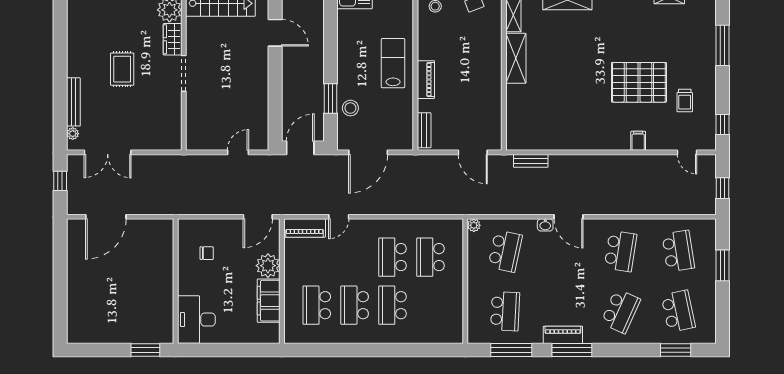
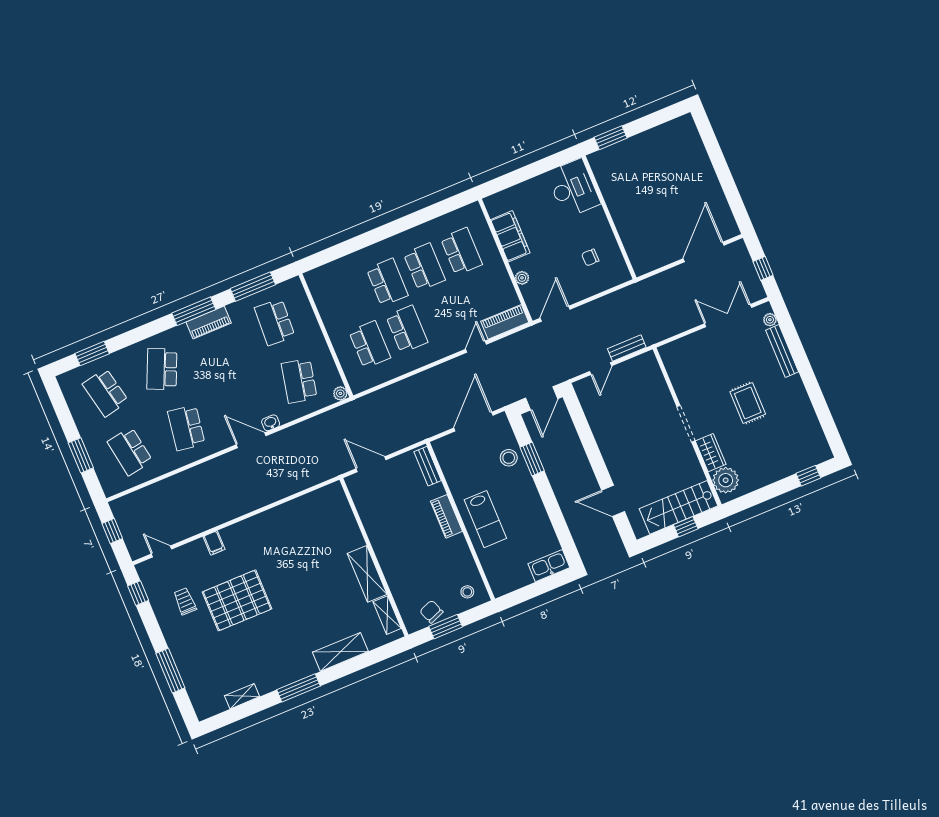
bench: (531, 161) -> (627, 348), moved
plant: (268, 266) -> (522, 278), width x0.53, depth x0.53

